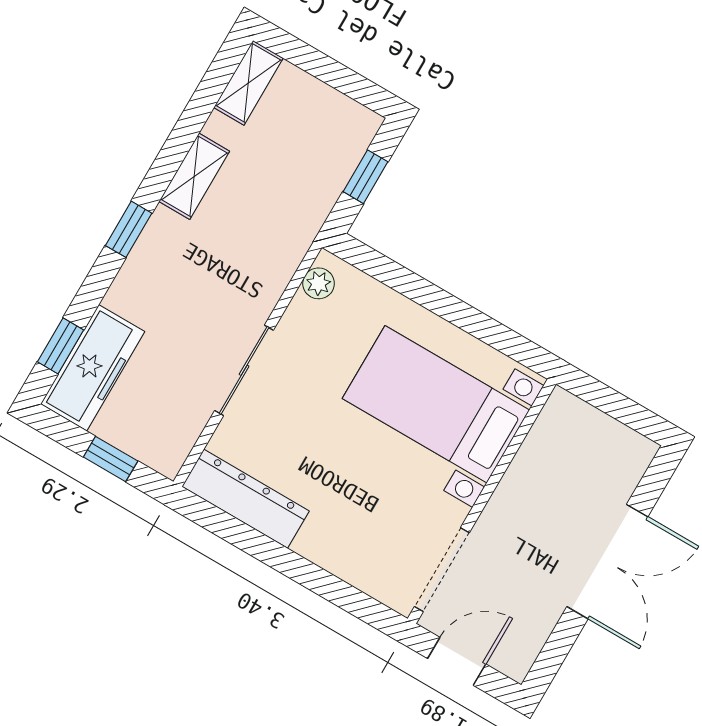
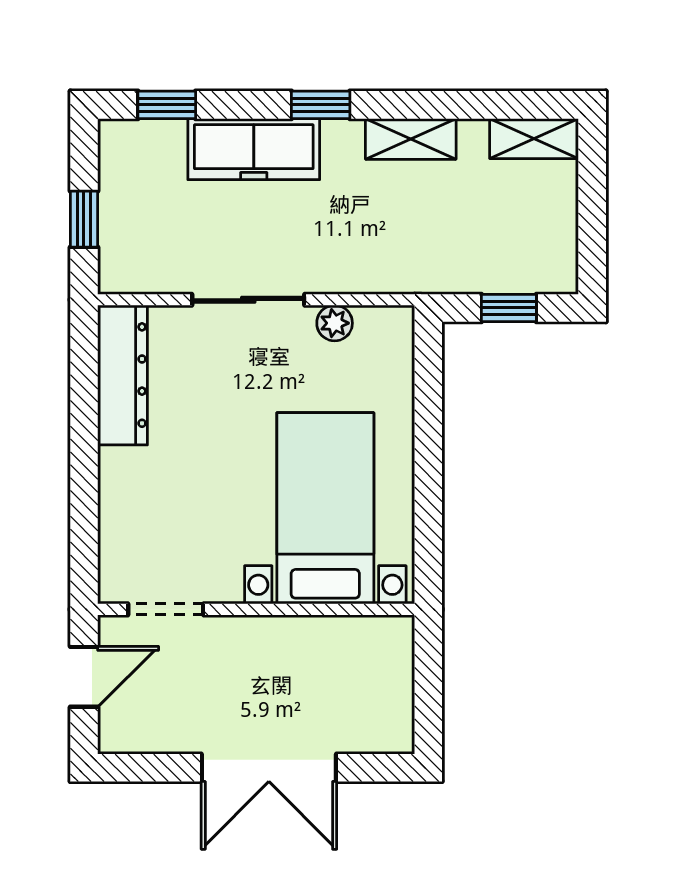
plant: (319, 283) -> (335, 323), moved
freezer: (93, 368) -> (254, 149), moved
doorway: (442, 570) -> (166, 609), width x0.73
door: (457, 661) -> (84, 677), hinge flipped

